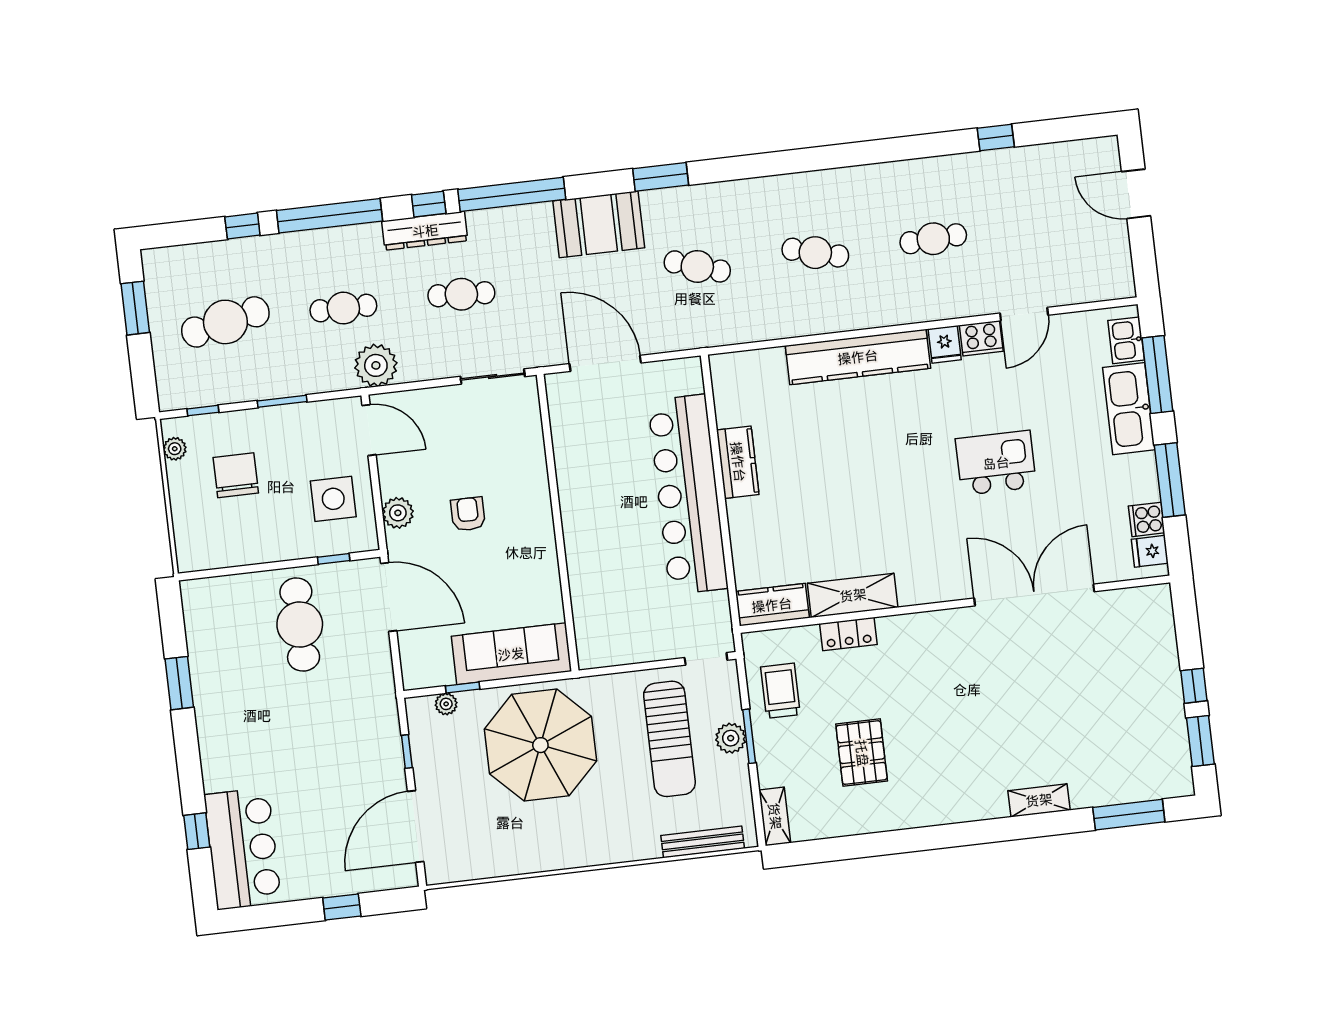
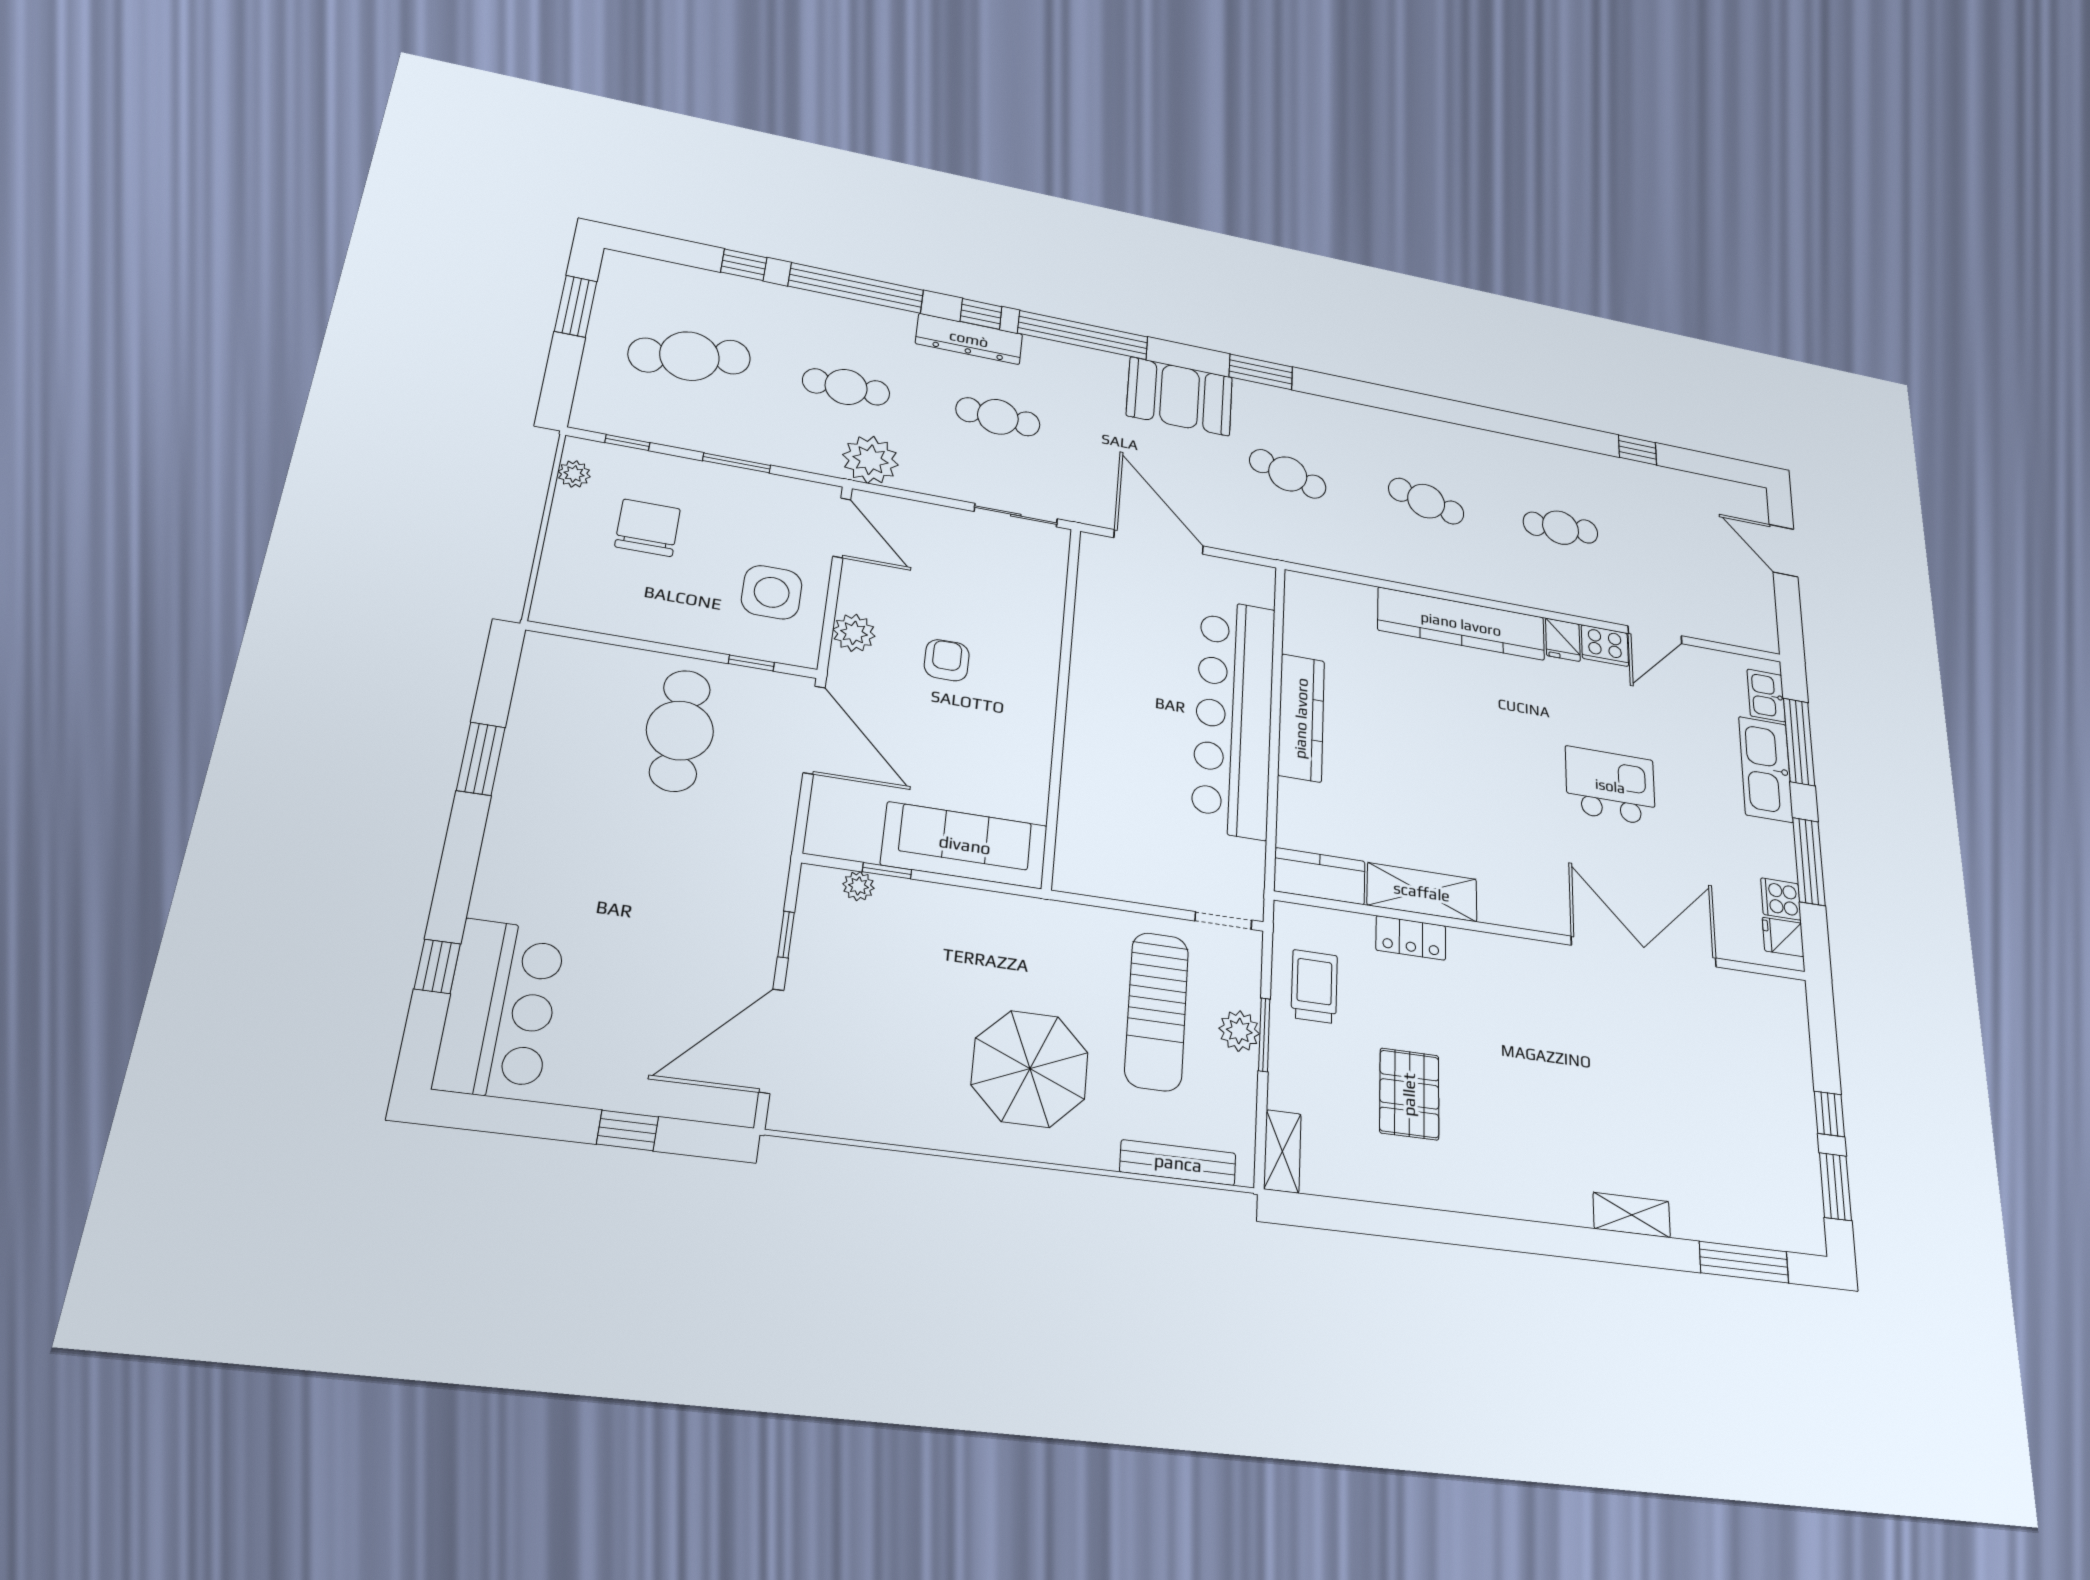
kitchen counter: (738, 462) -> (1301, 718), width x1.50
parasol: (540, 745) -> (1030, 1069), moved, width x0.73, depth x0.73

